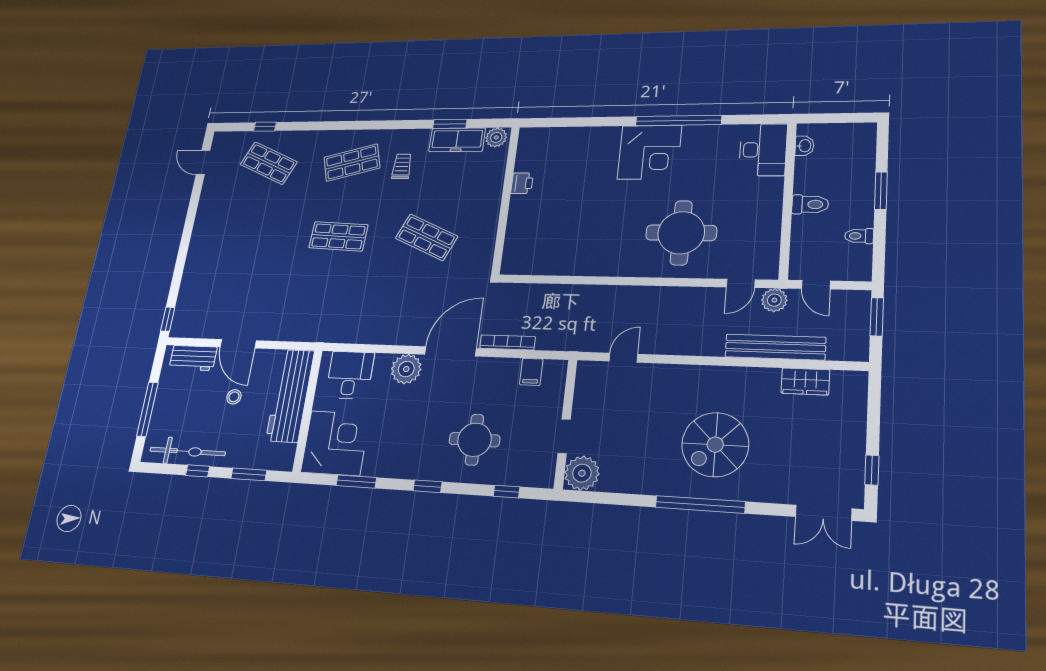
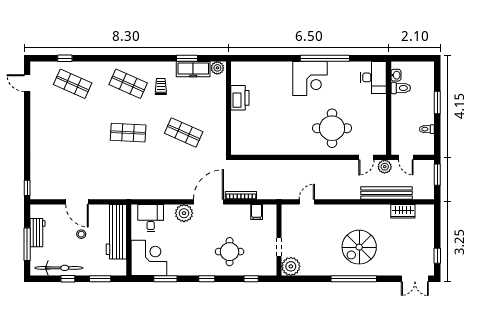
shop shelf: (352, 163) -> (128, 84), turned 39
printer: (522, 183) -> (240, 98), width x1.87, depth x1.48
toilet: (810, 204) -> (401, 88), moved
workbench: (193, 358) -> (38, 233), moved, turned -90

